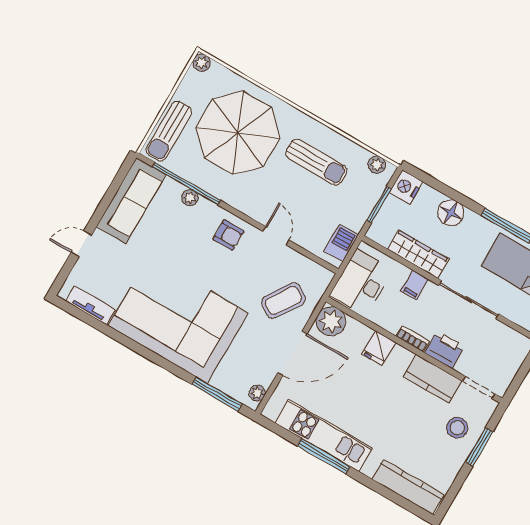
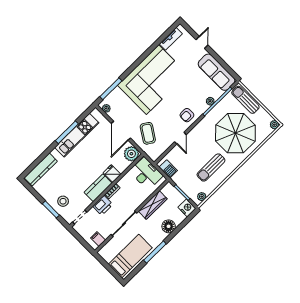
door: (276, 236) -> (180, 138), hinge flipped
filing cabinet: (415, 285) -> (98, 239), moved
kitchen counter: (433, 379) -> (98, 188), moved

